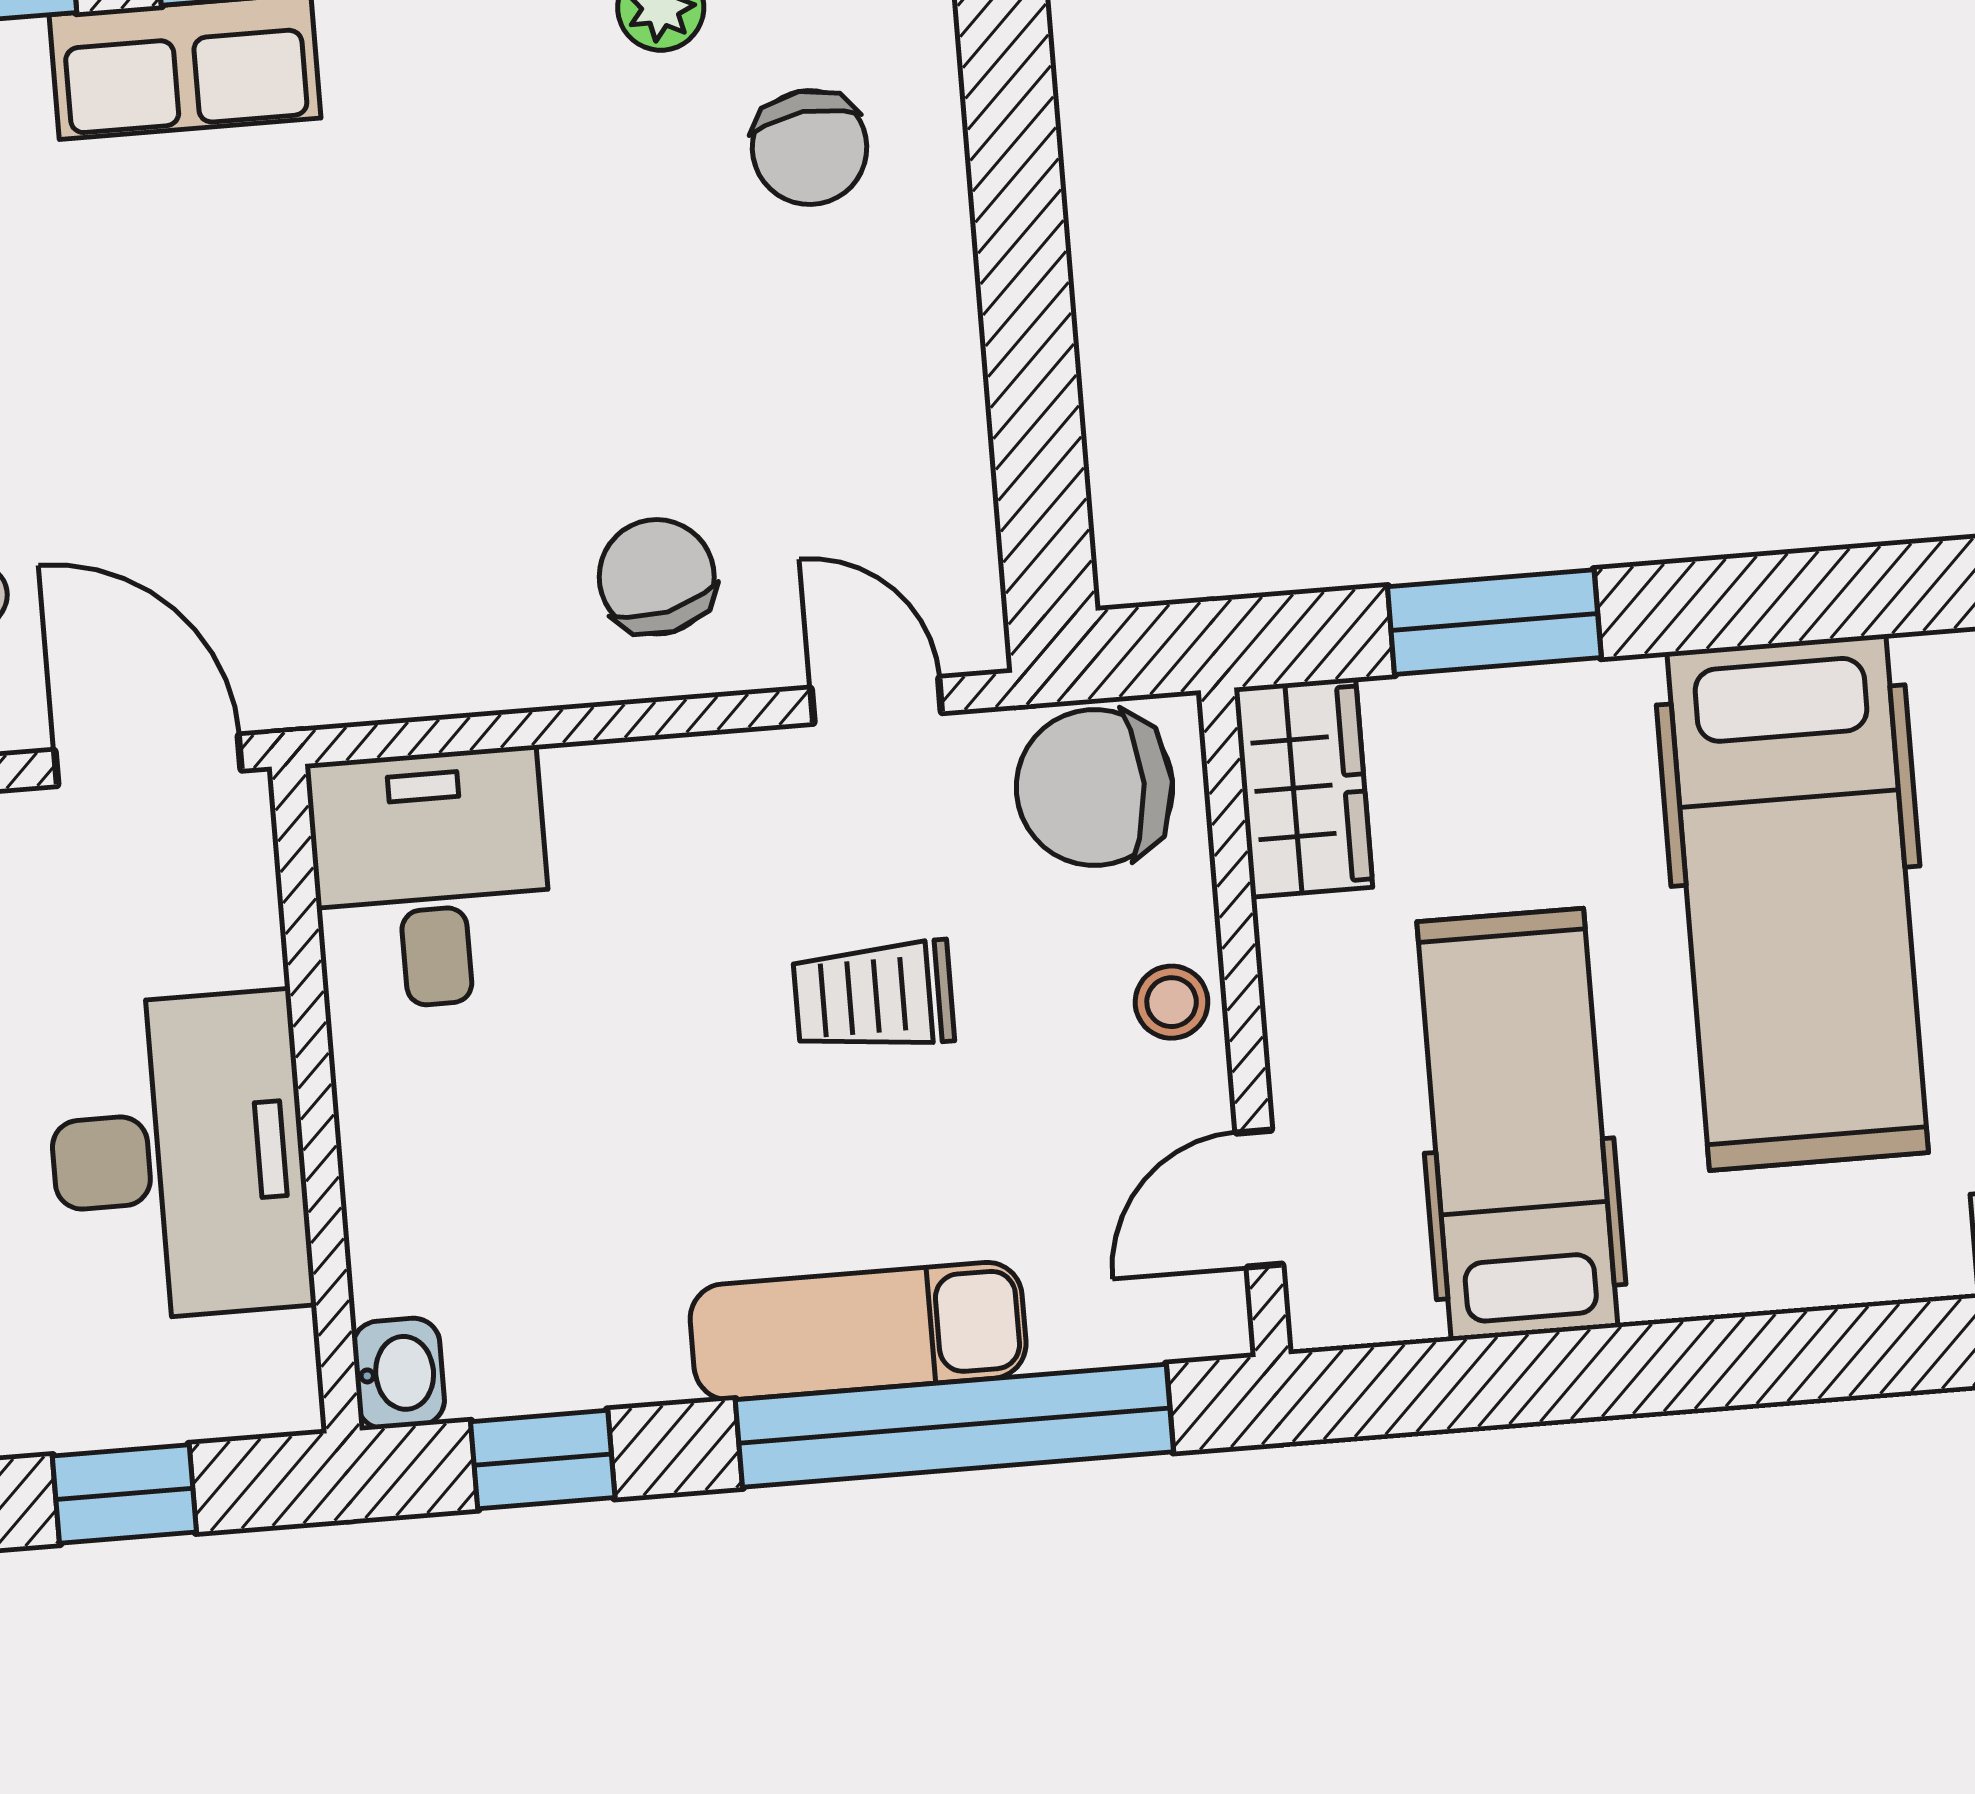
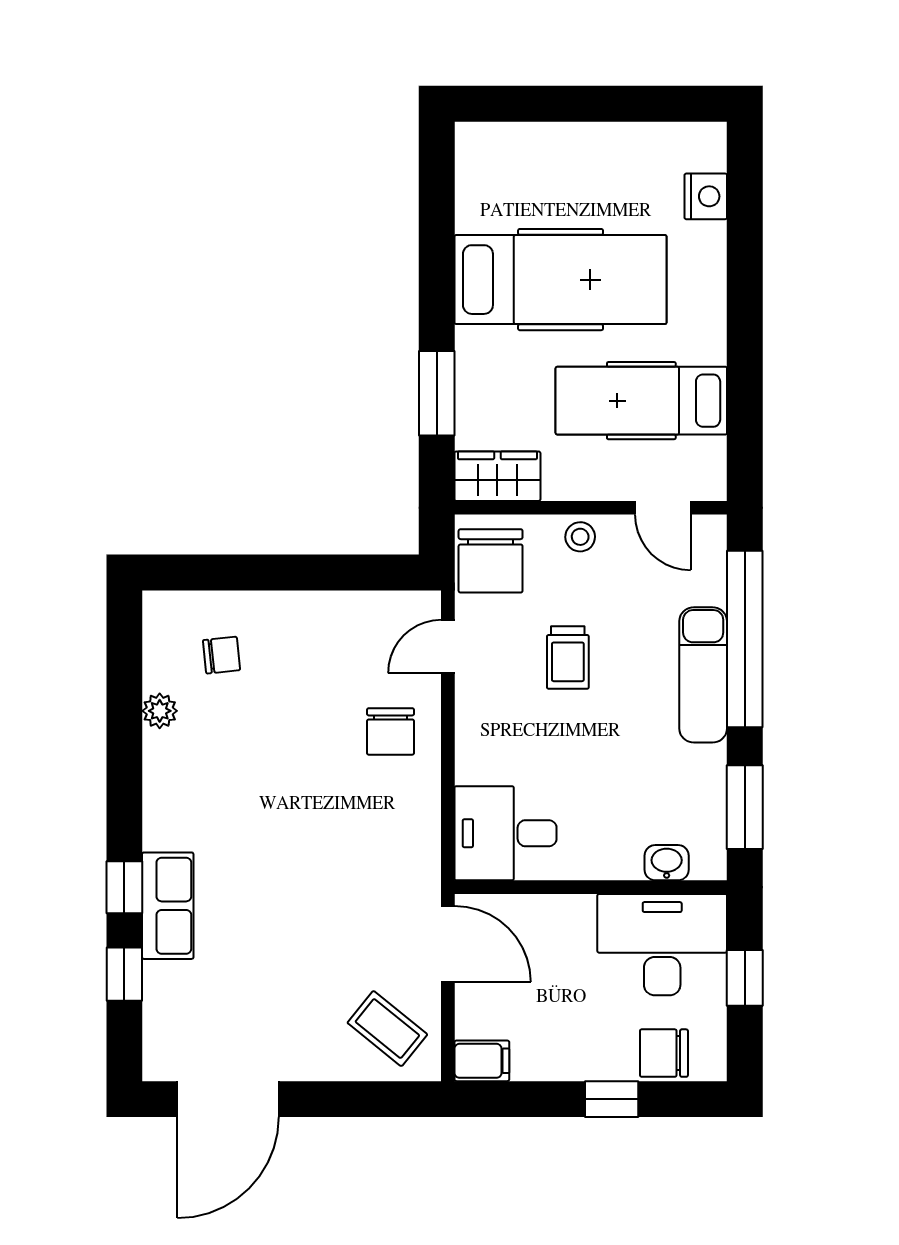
chair: (810, 148) -> (222, 655), width x0.73, depth x0.73
chair: (657, 577) -> (391, 731), turned -77
door: (148, 760) -> (448, 944), swing flipped
desk: (179, 1157) -> (662, 945), moved
washbasin: (399, 1373) -> (667, 863), moved
window: (543, 1460) -> (745, 807), width x1.50

